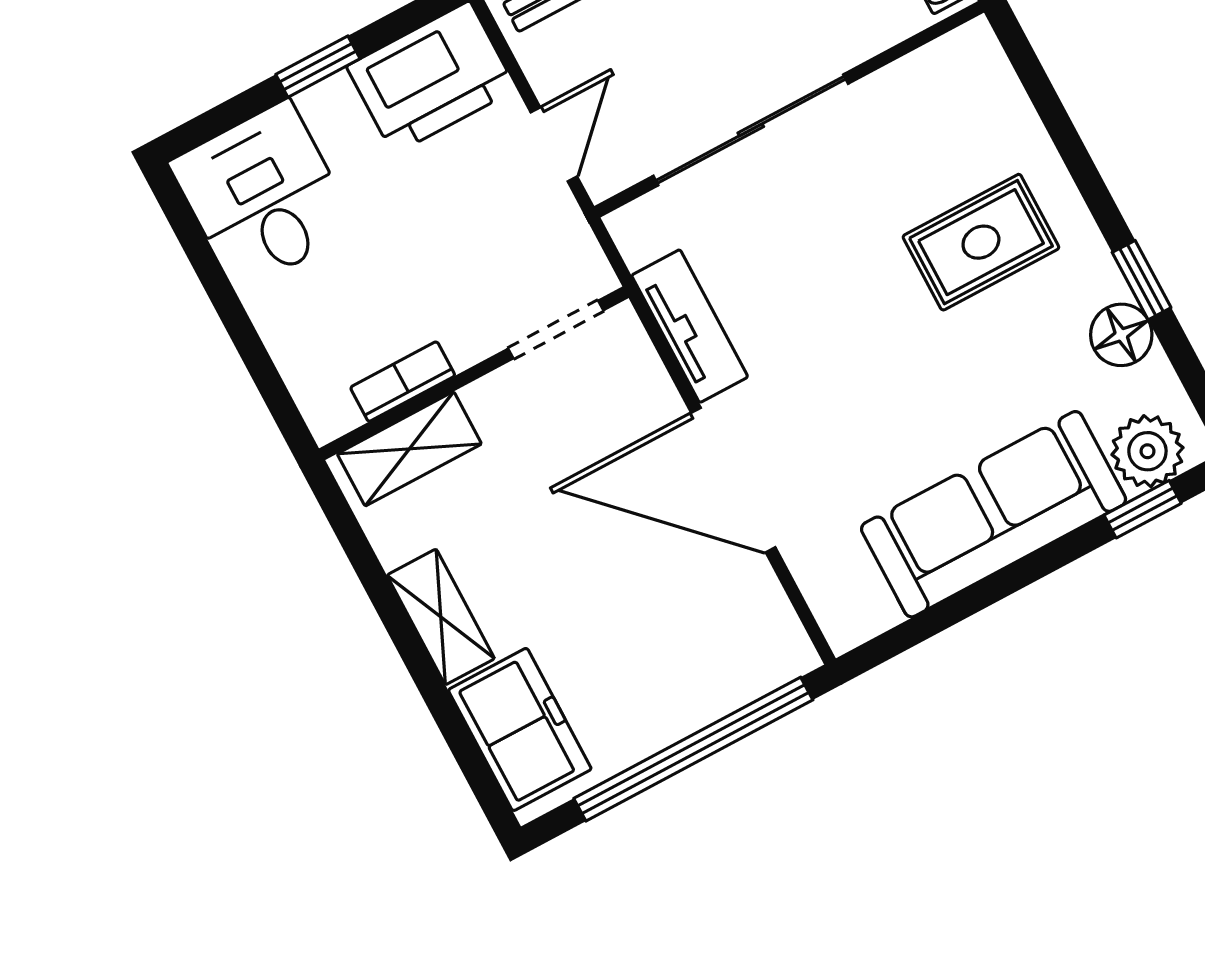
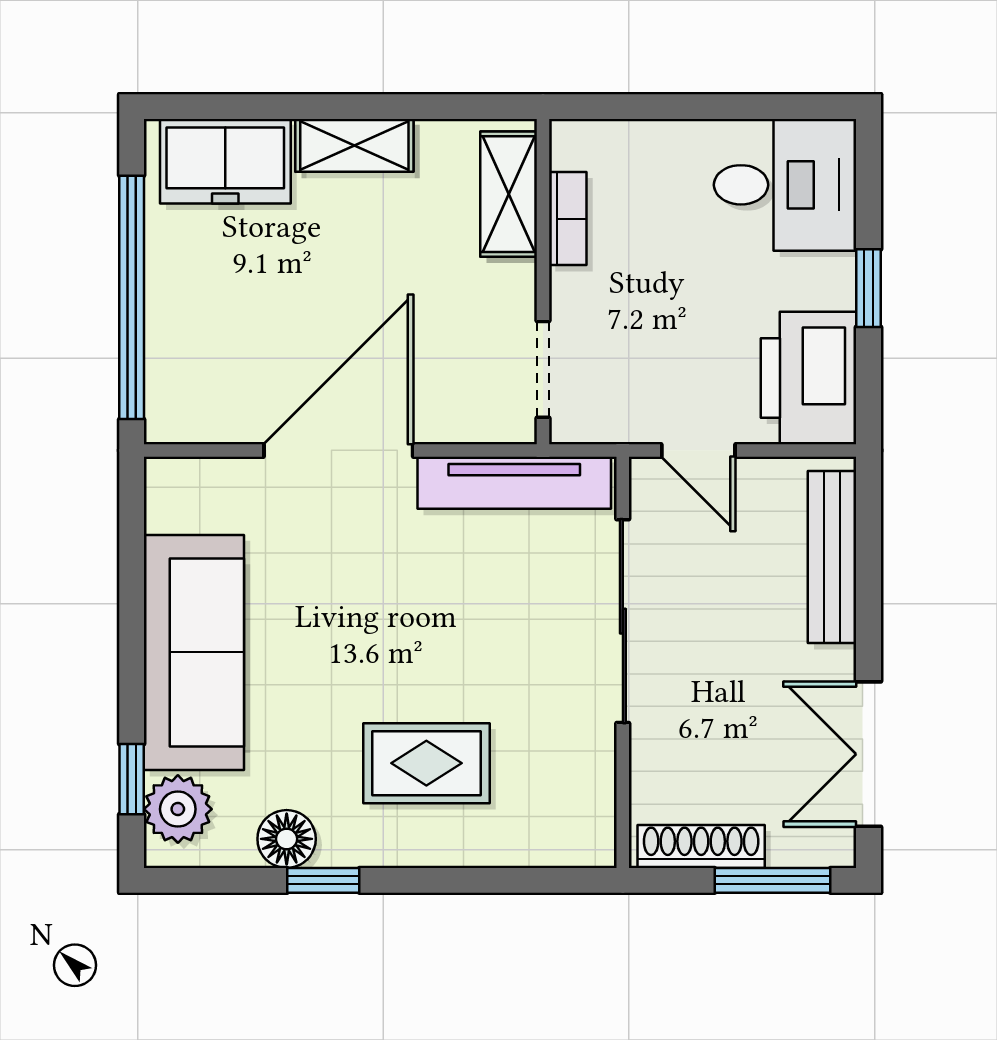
rug: (981, 242) -> (426, 763), turned 90
tv unit: (690, 326) -> (514, 483), width x1.41

